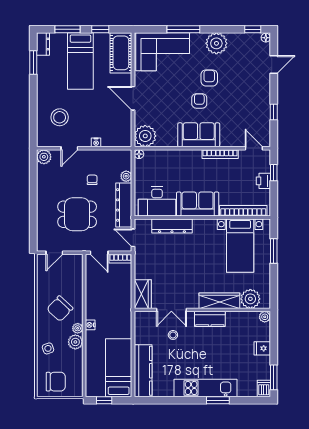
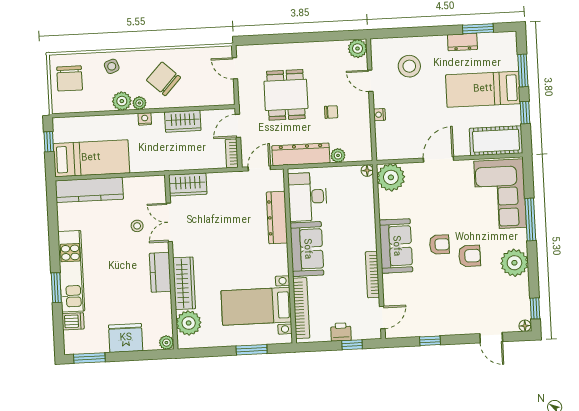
dresser: (43, 44) -> (462, 42), moved
wardrobe: (93, 295) -> (183, 121), added
fridge: (262, 348) -> (126, 338), width x1.88, depth x1.34
dishwasher: (264, 389) -> (73, 321), moved

